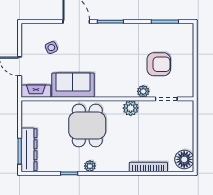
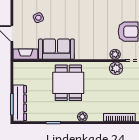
plant: (131, 108) -> (116, 68), moved
plant: (90, 166) -> (82, 117), moved

